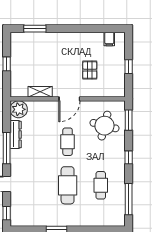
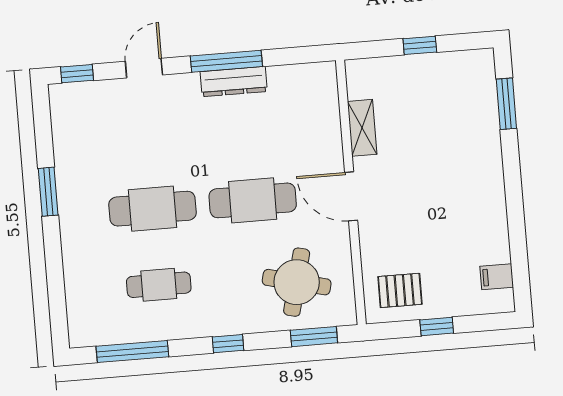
pallet: (90, 70) -> (400, 290), moved
plant: (19, 109) -> (318, 82), removed
dresser: (16, 135) -> (234, 82), moved
cafe table: (68, 142) -> (253, 200), width x1.37, depth x1.35

